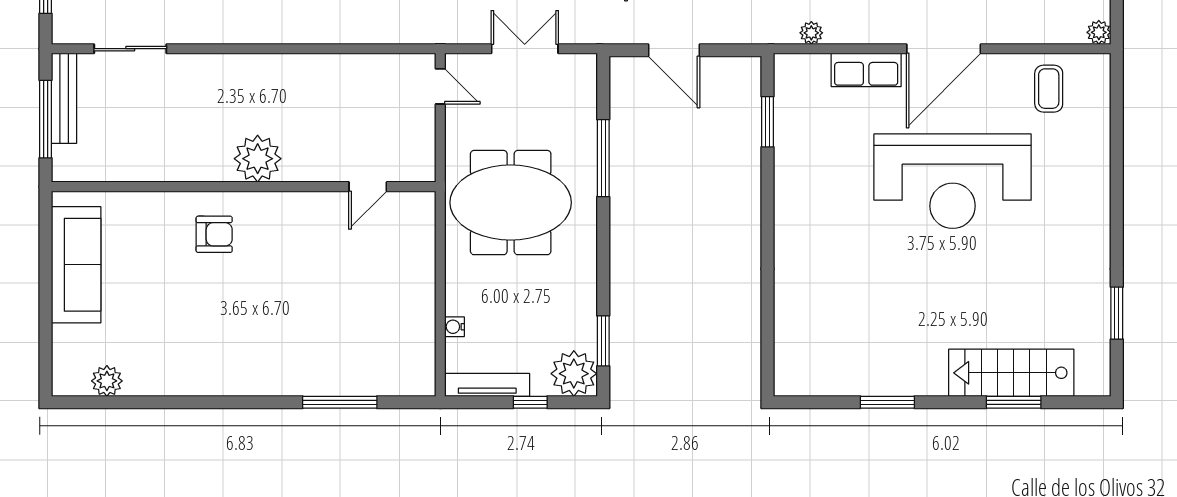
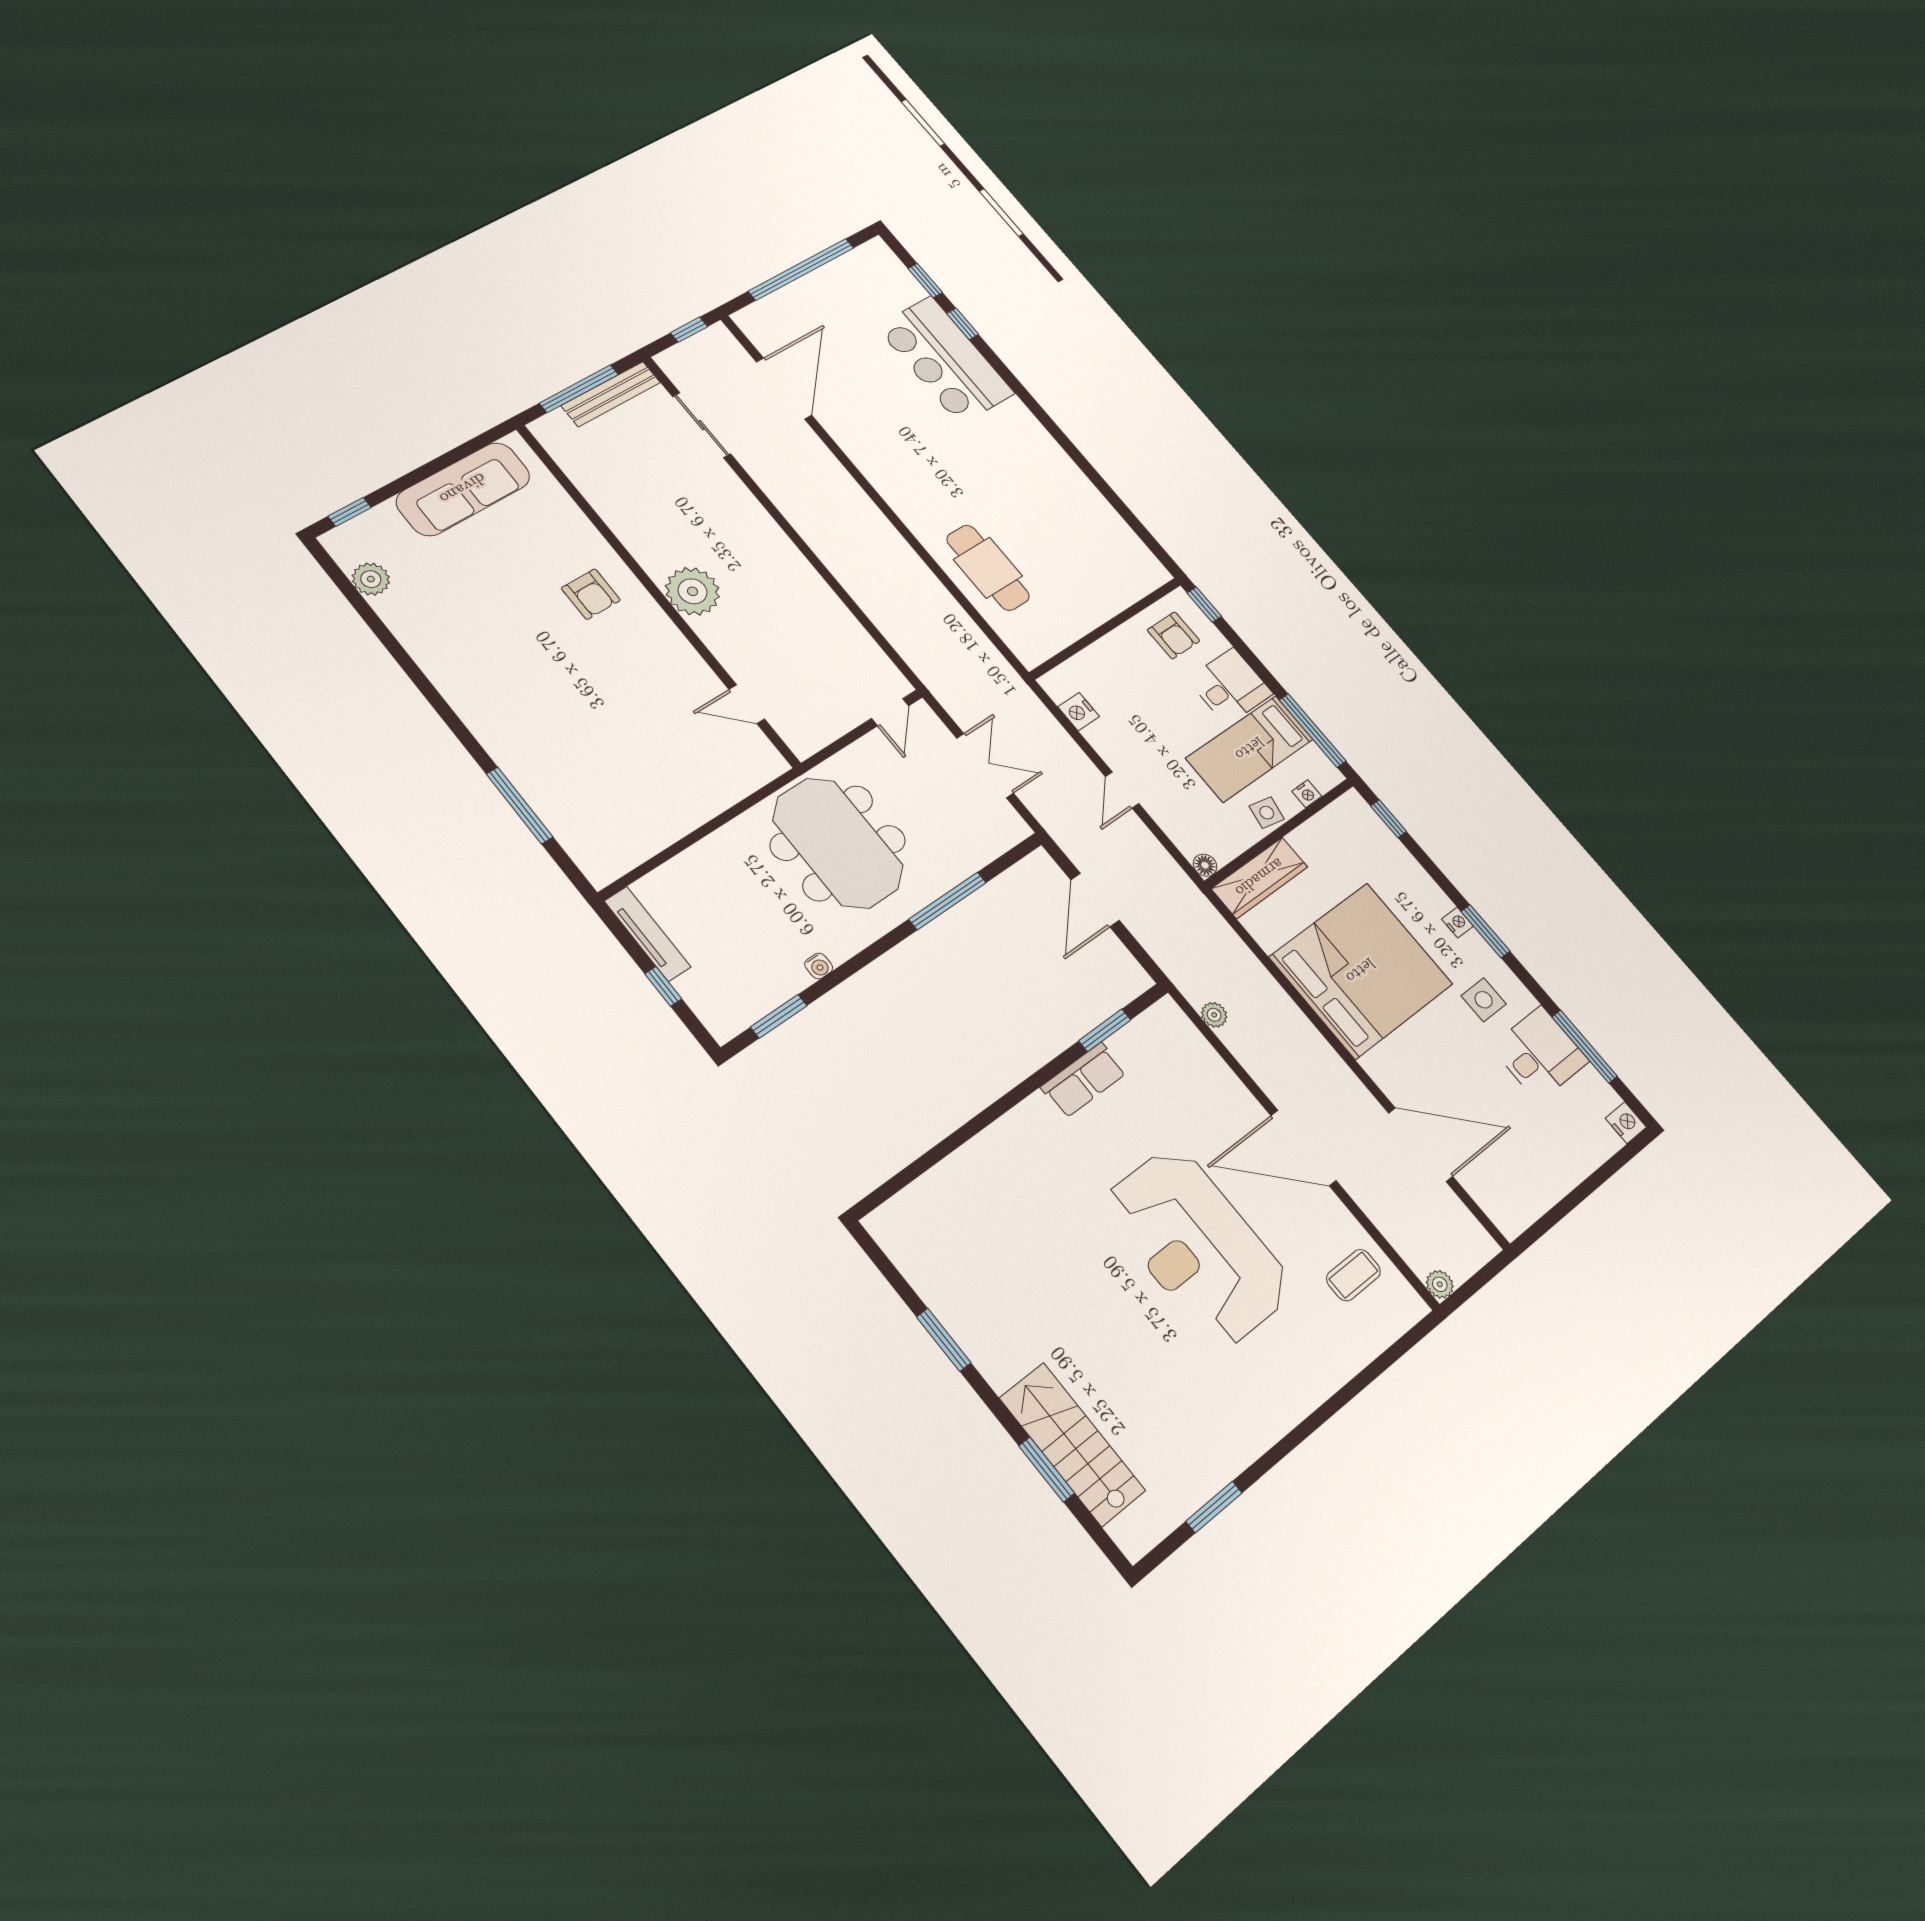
row of seats: (866, 70) -> (1084, 1080), moved, turned -90
water cooler: (454, 327) -> (819, 966), moved, turned 180
window: (46, 359) -> (350, 512), added
plant: (574, 374) -> (725, 1010), removed

